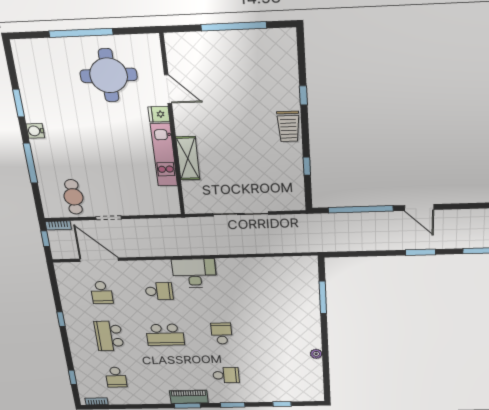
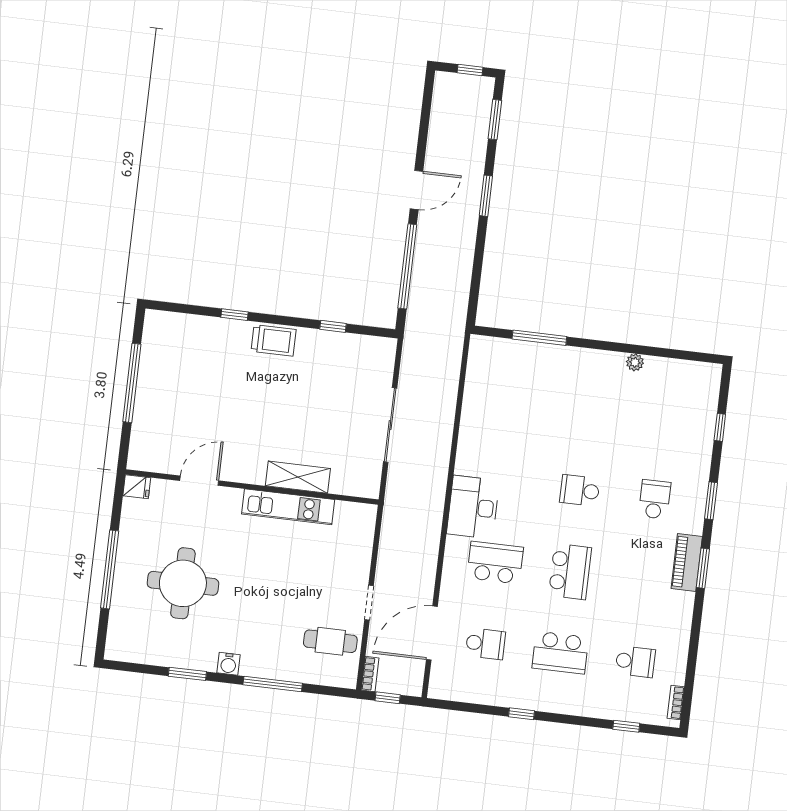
round table: (109, 75) -> (183, 583), moved
fridge: (159, 114) -> (137, 487), moved, turned -90
school desk: (159, 291) -> (495, 563), width x1.85

